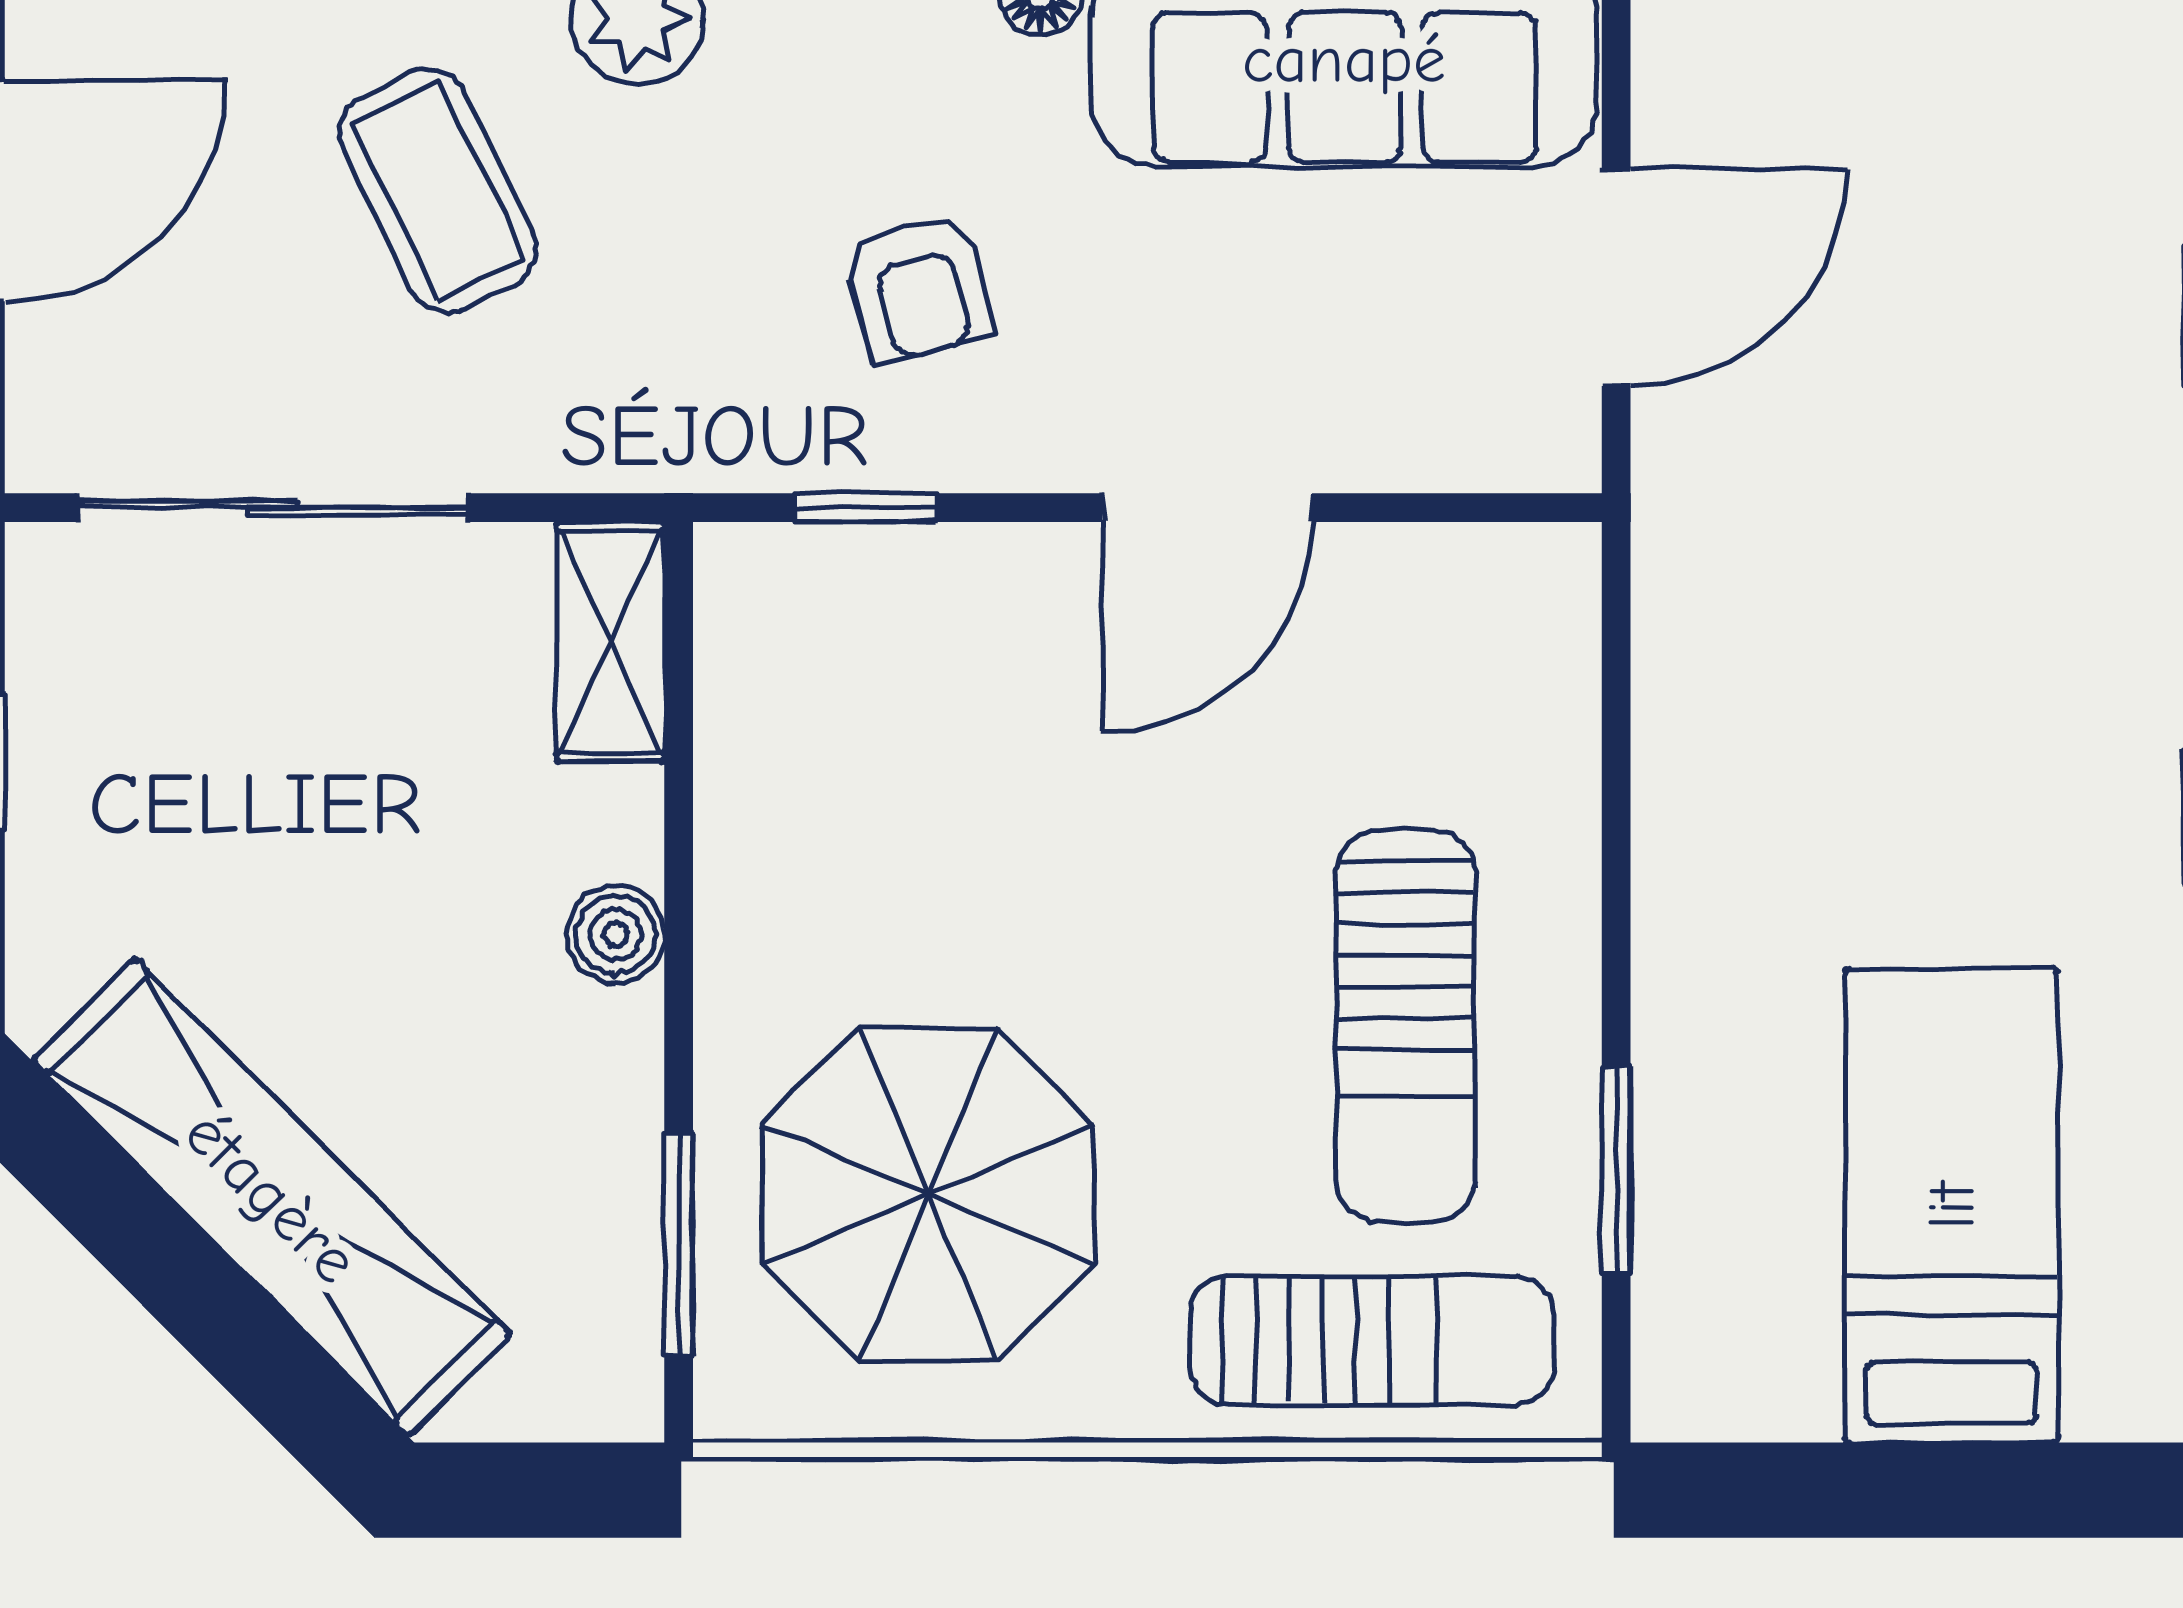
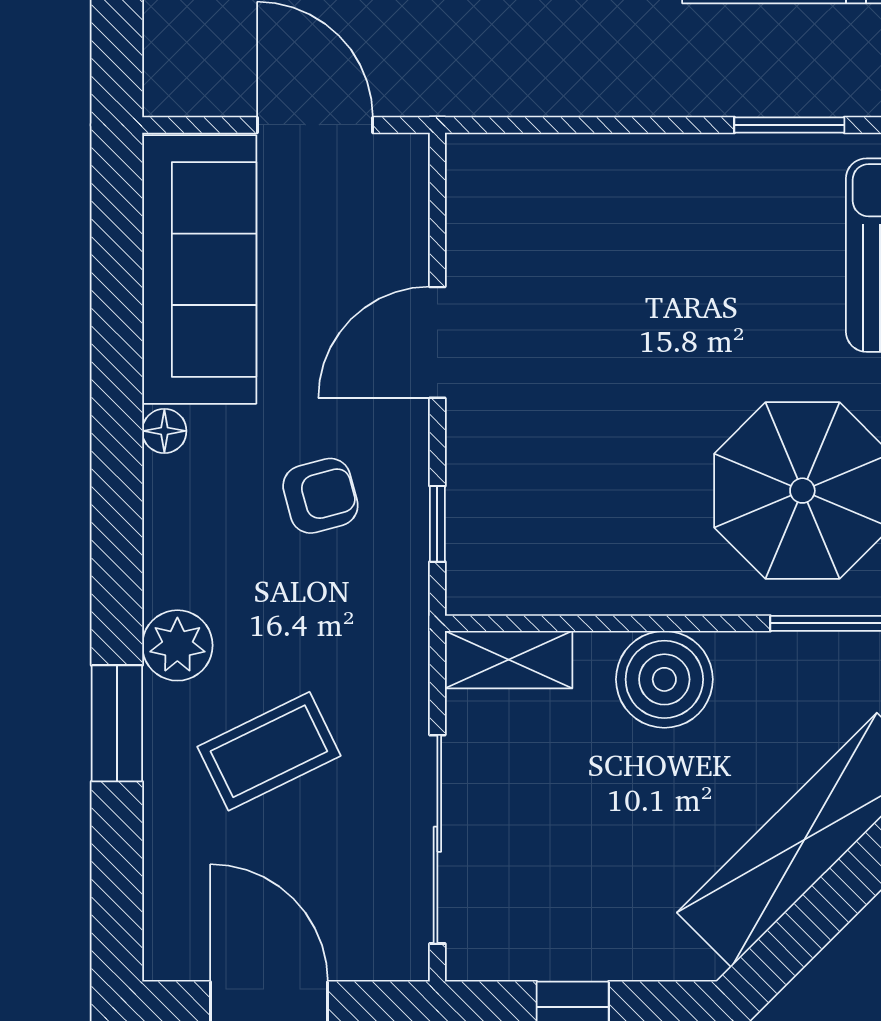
door: (1207, 508) -> (437, 342), swing flipped
boiler: (616, 934) -> (664, 679), width x1.86, depth x1.86
sun lounger: (1406, 1026) -> (713, 237), removed

